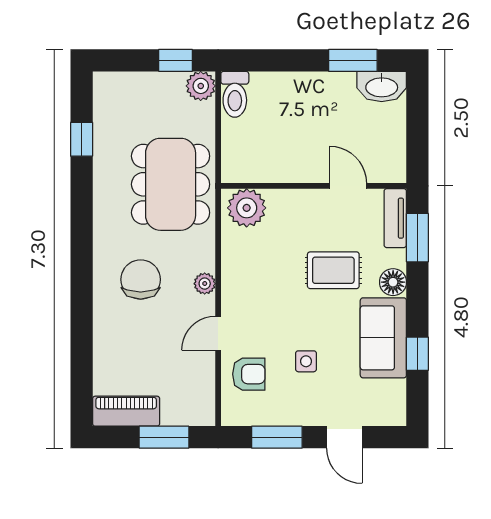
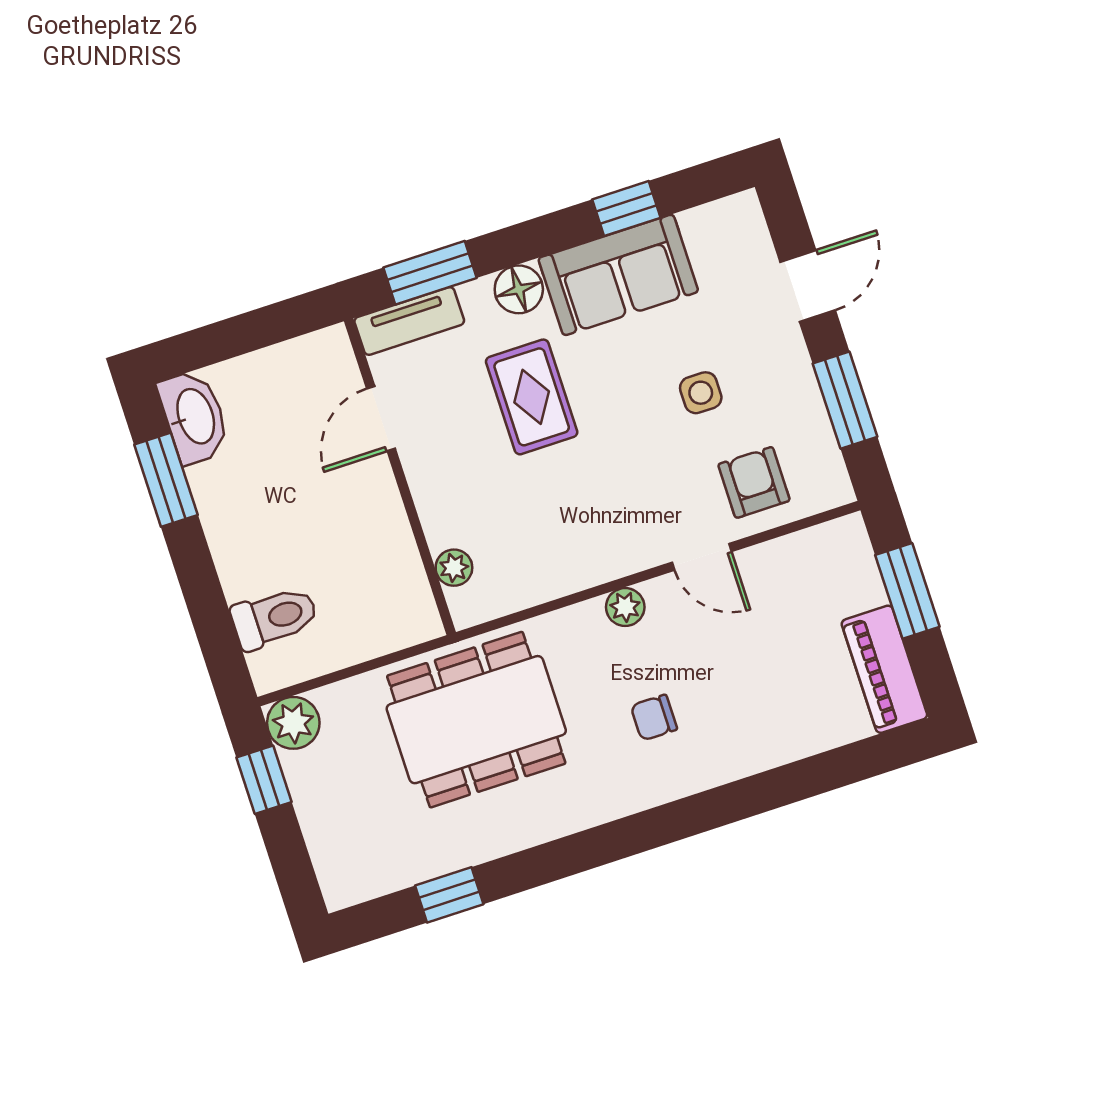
toilet: (235, 94) -> (274, 618), moved
plant: (247, 208) -> (454, 568), width x0.53, depth x0.53
chair: (141, 280) -> (654, 718), width x0.54, depth x0.54

